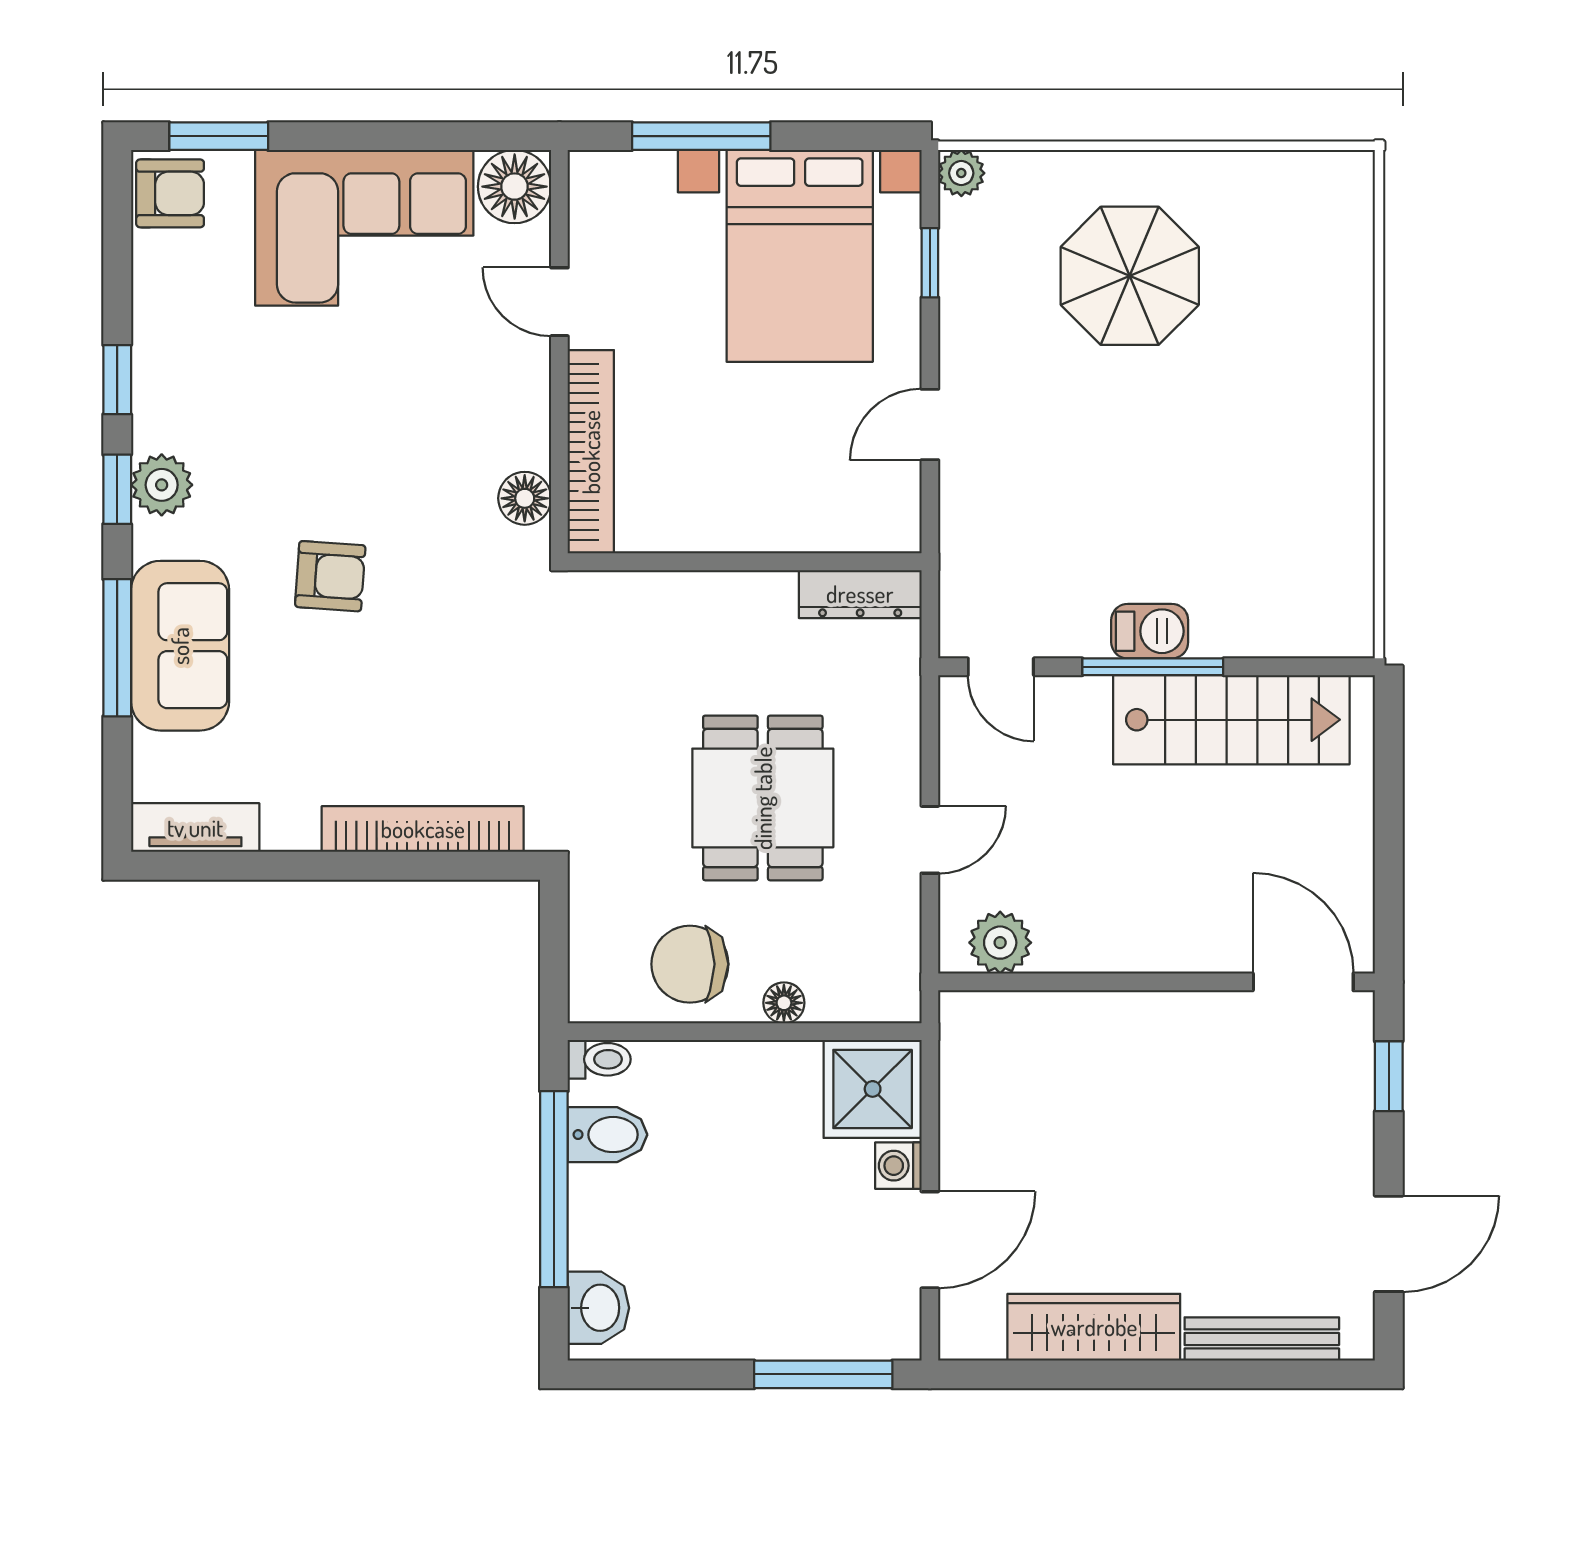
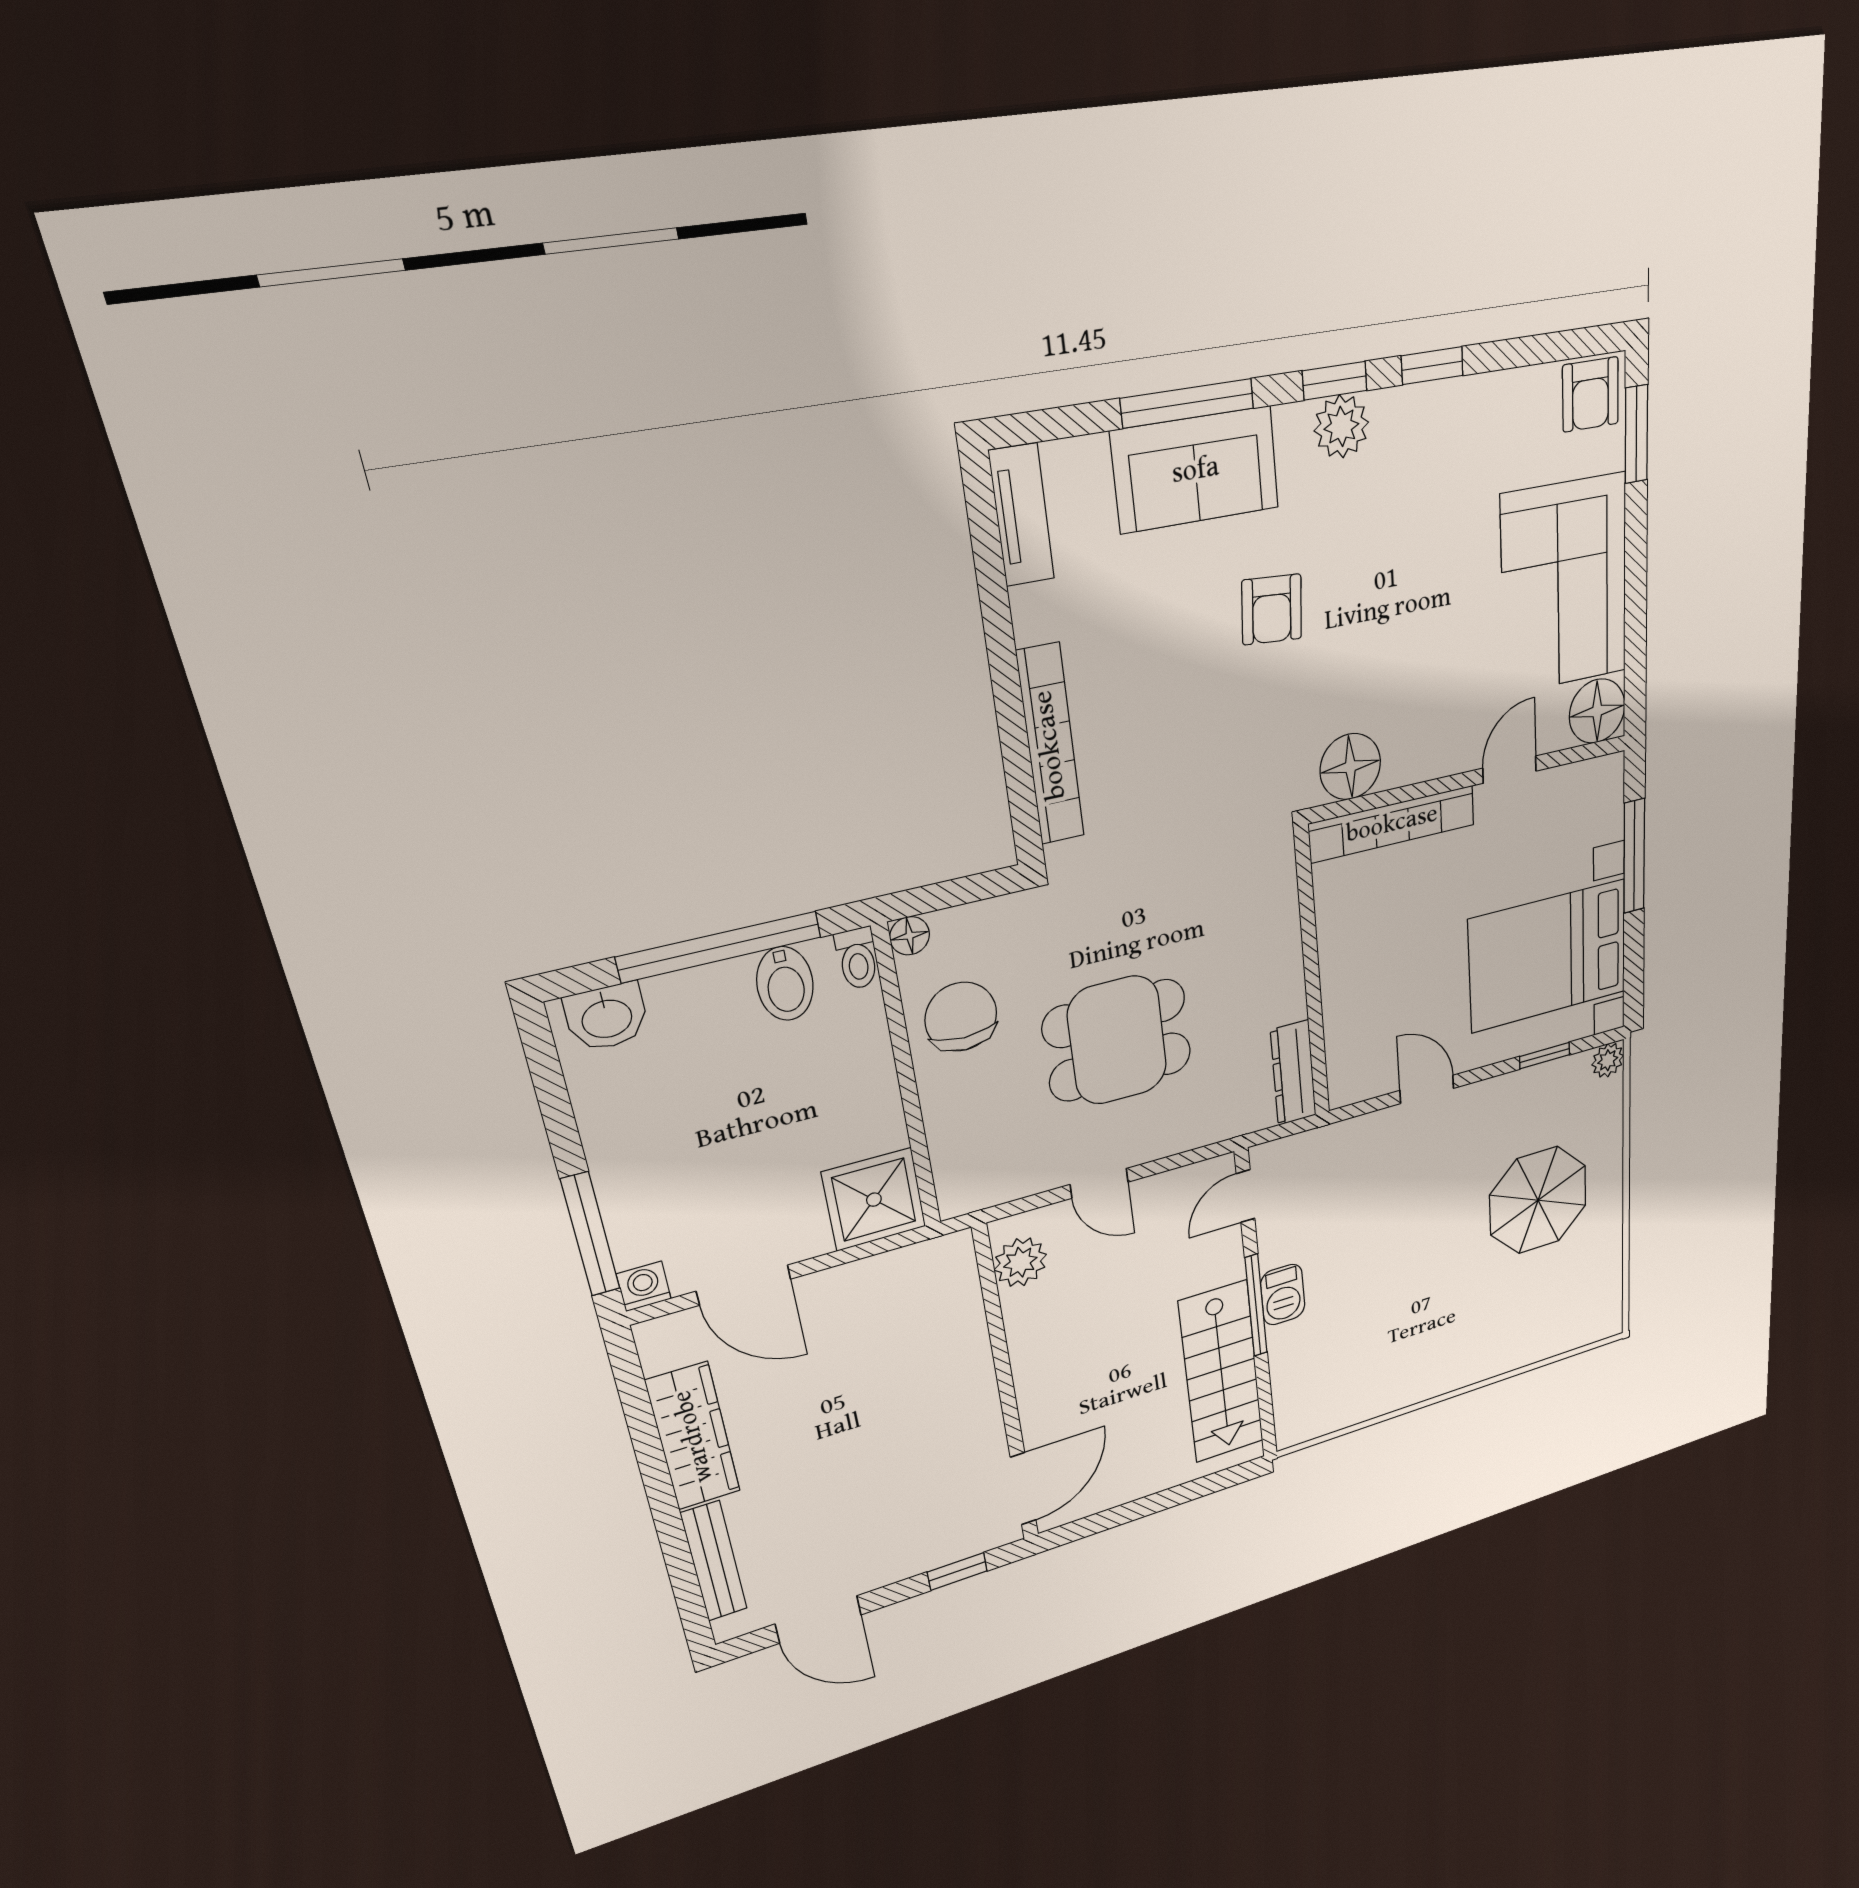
floor lamp: (525, 498) -> (1350, 767), width x1.38, depth x1.38
floor lamp: (784, 1003) -> (910, 936), moved
washing machine: (898, 1166) -> (644, 1286), moved

